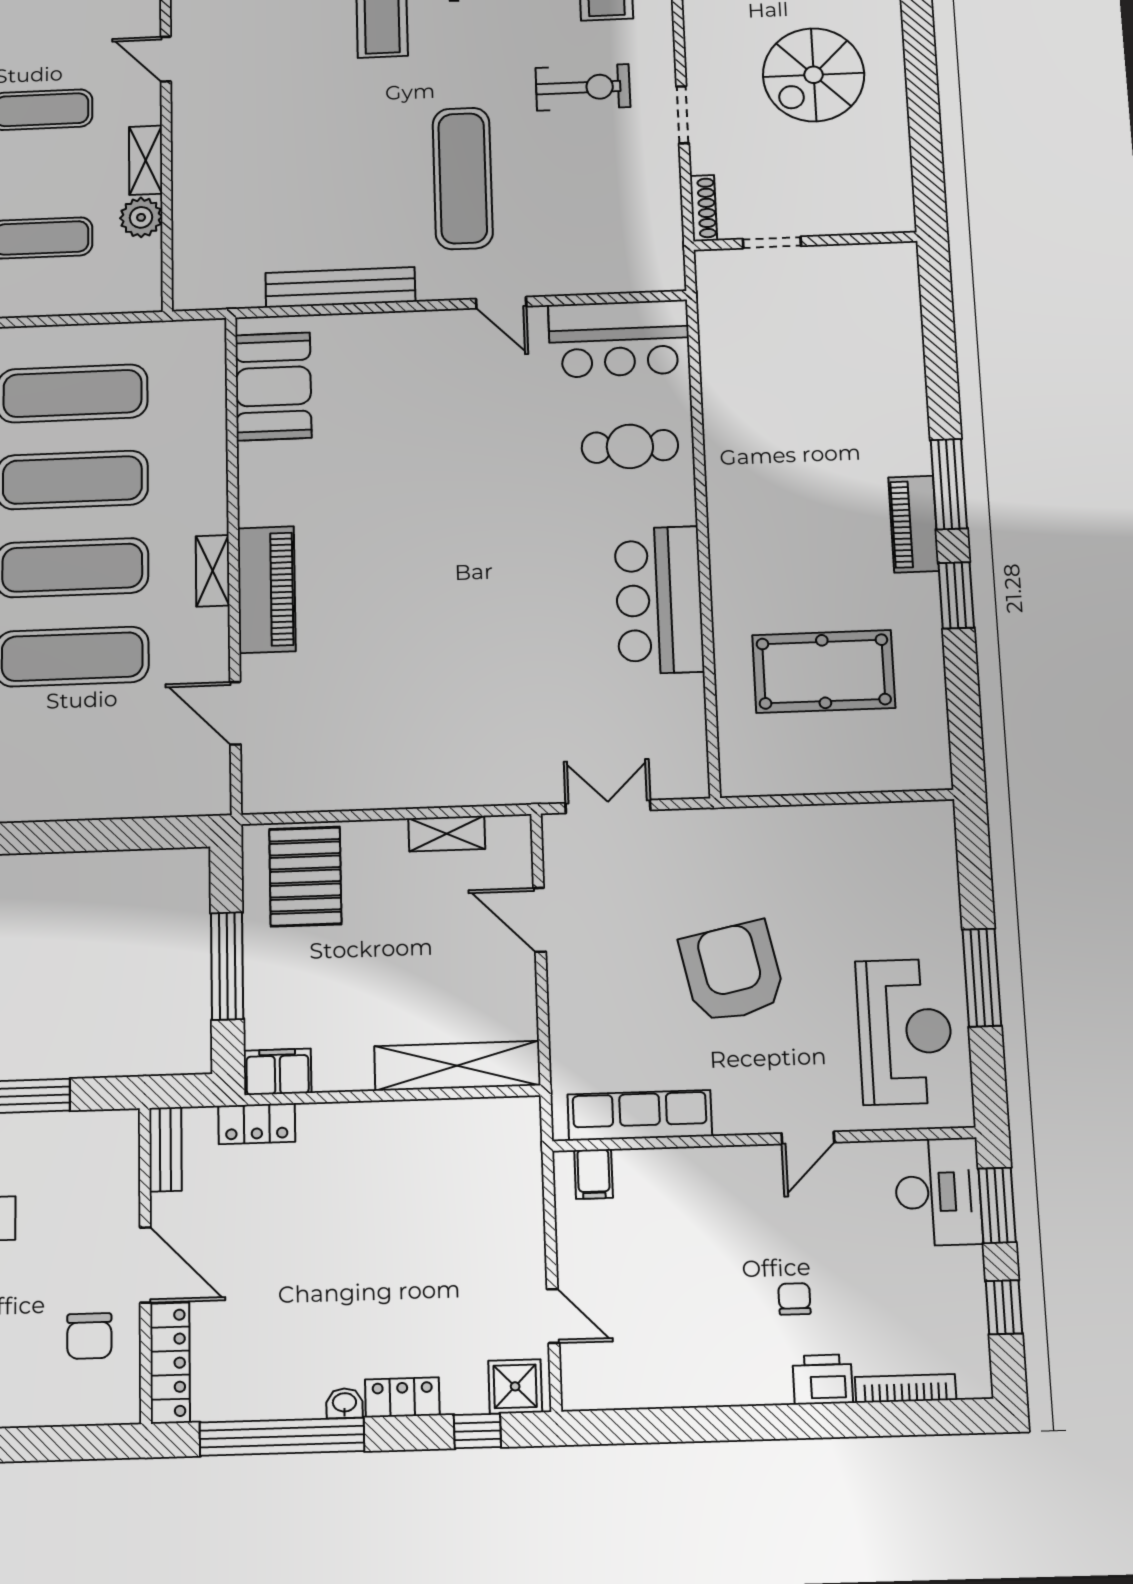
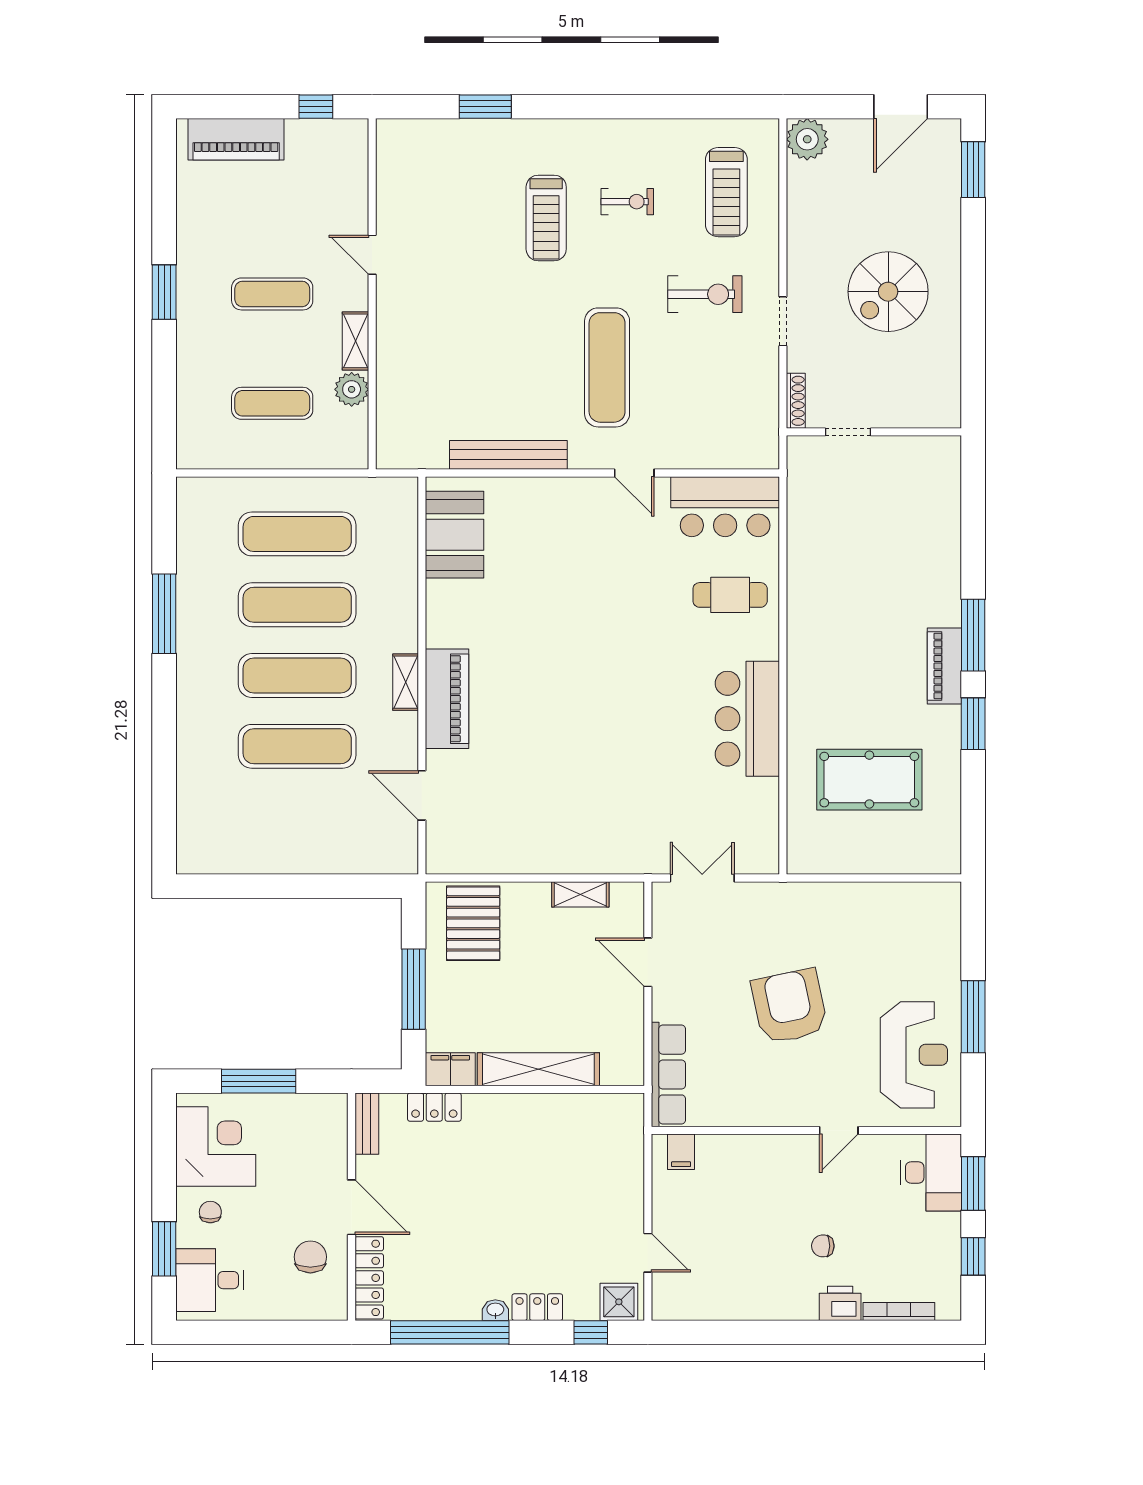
shelving: (457, 1066) -> (538, 1069), moved
row of seats: (640, 1115) -> (668, 1075), moved, turned 90
chair: (794, 1299) -> (823, 1246), turned -89
chair: (89, 1336) -> (310, 1257), turned 180

